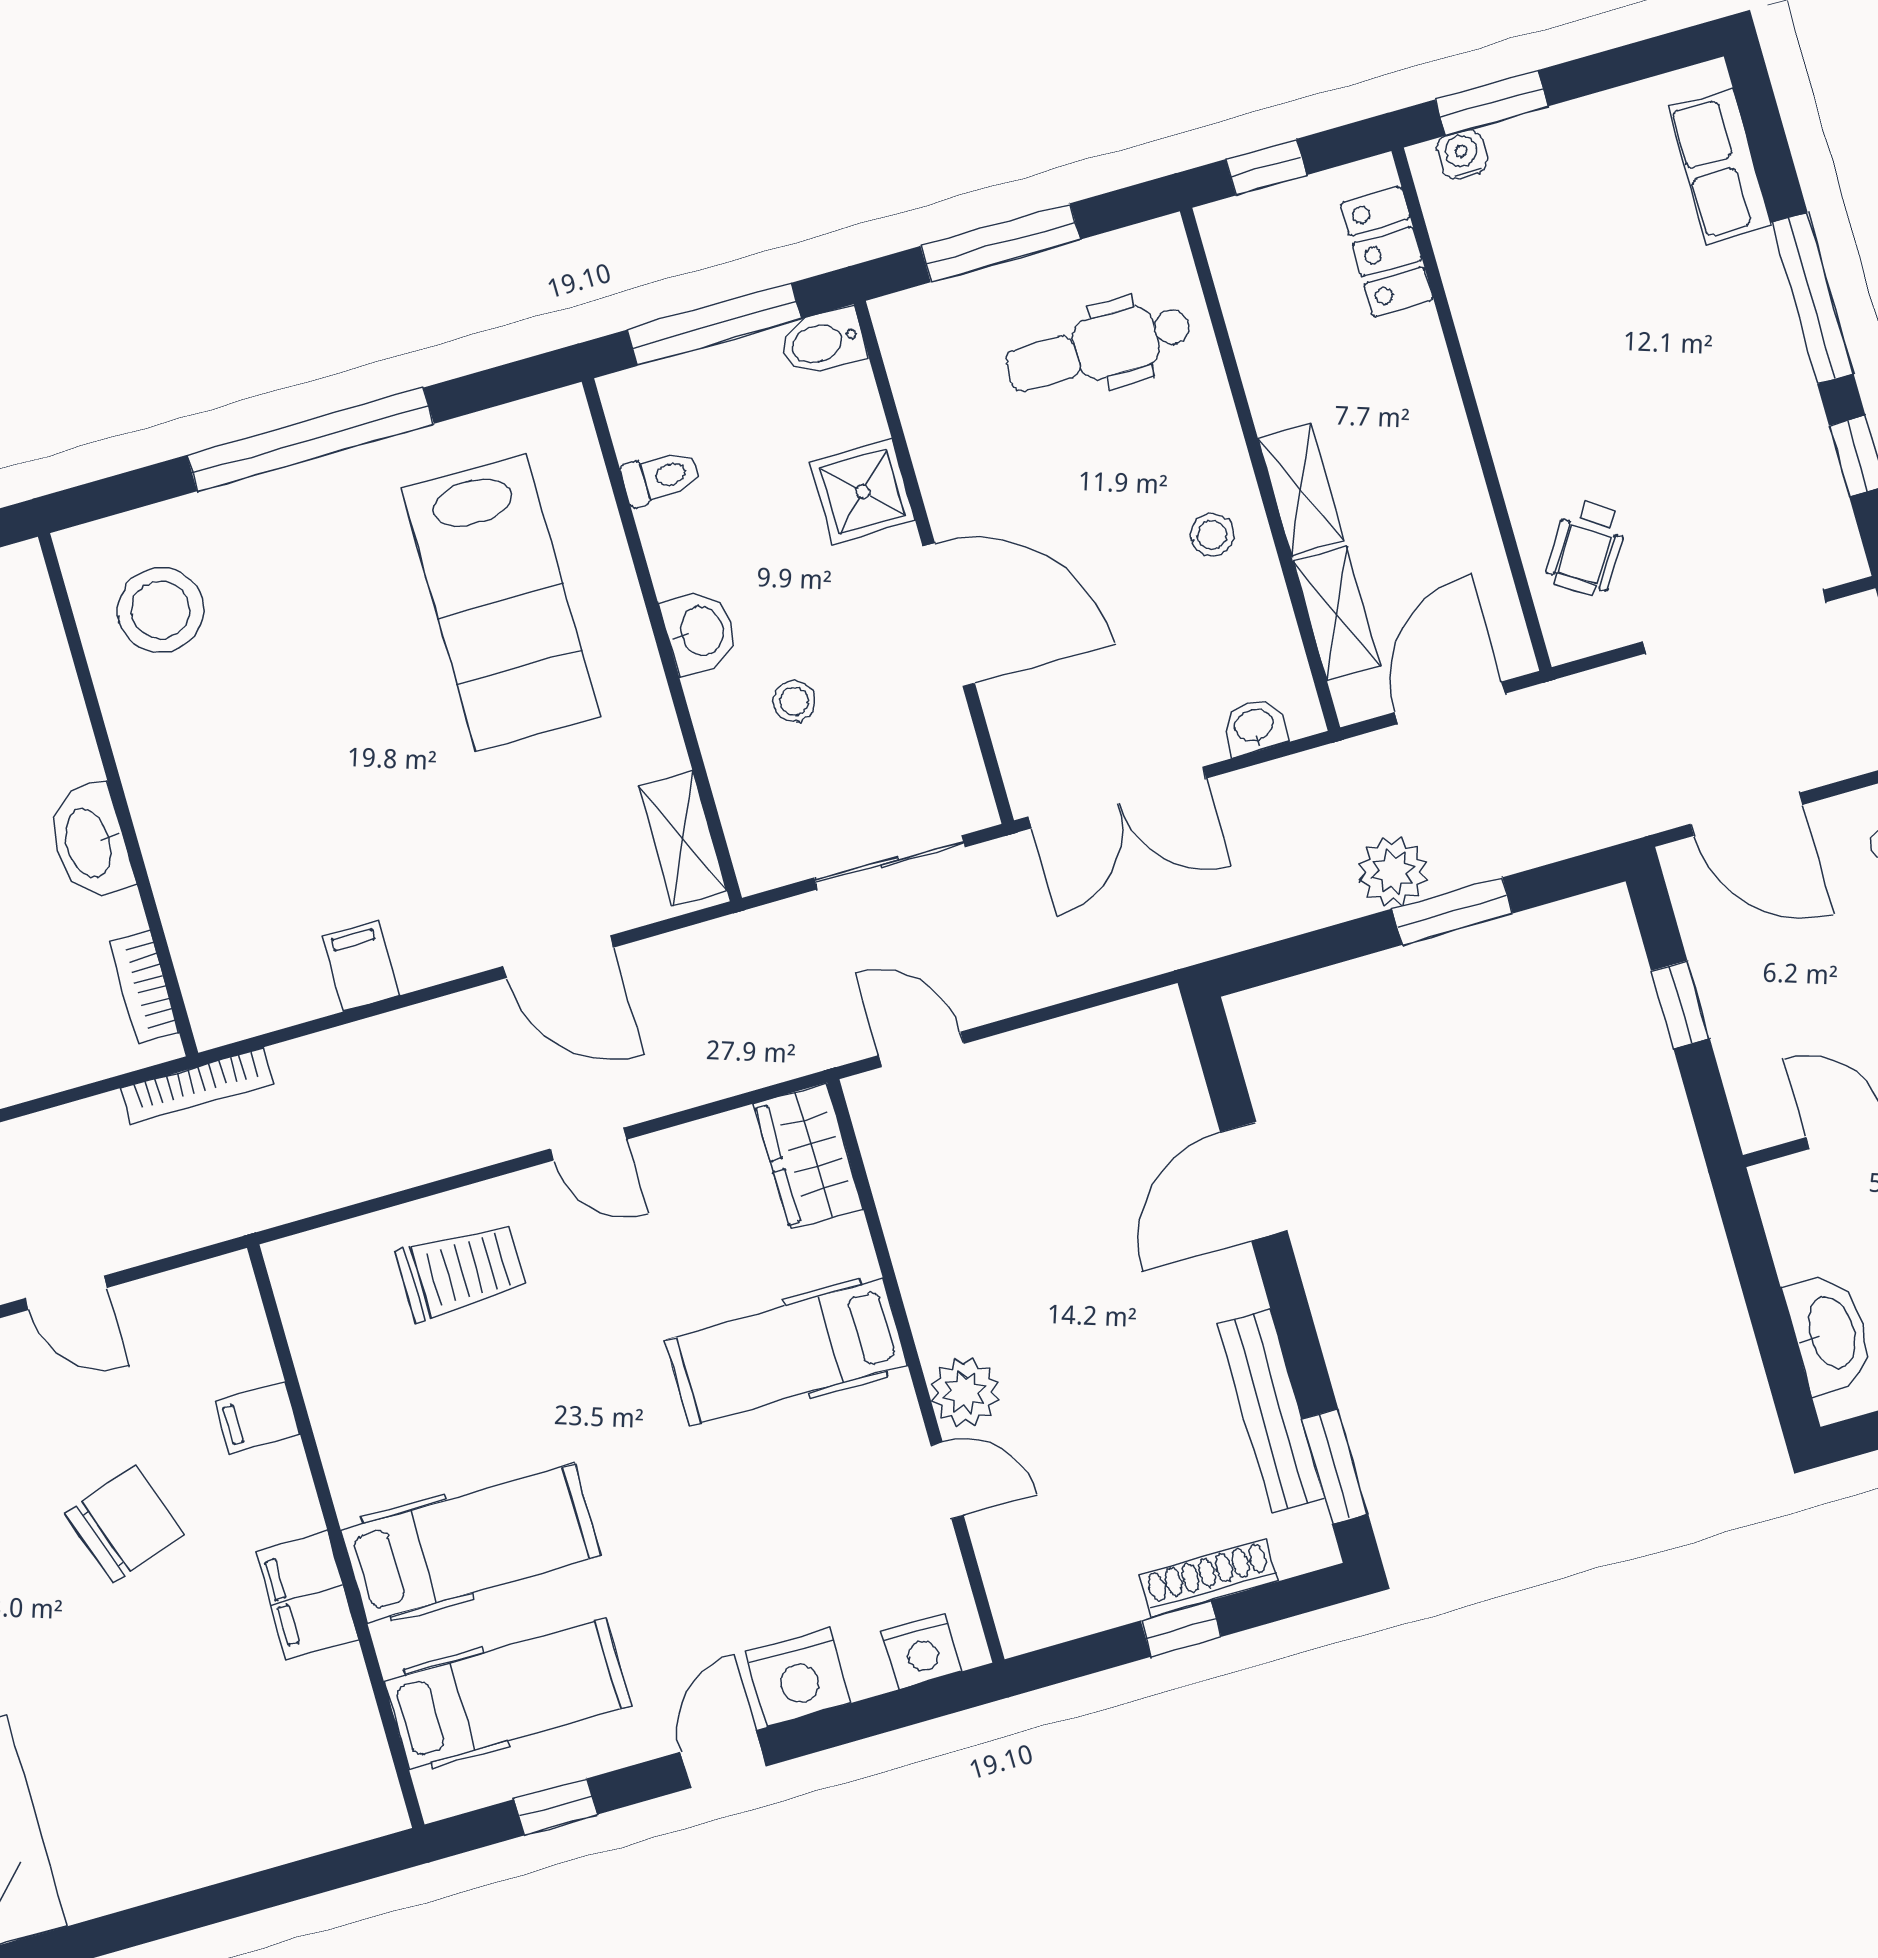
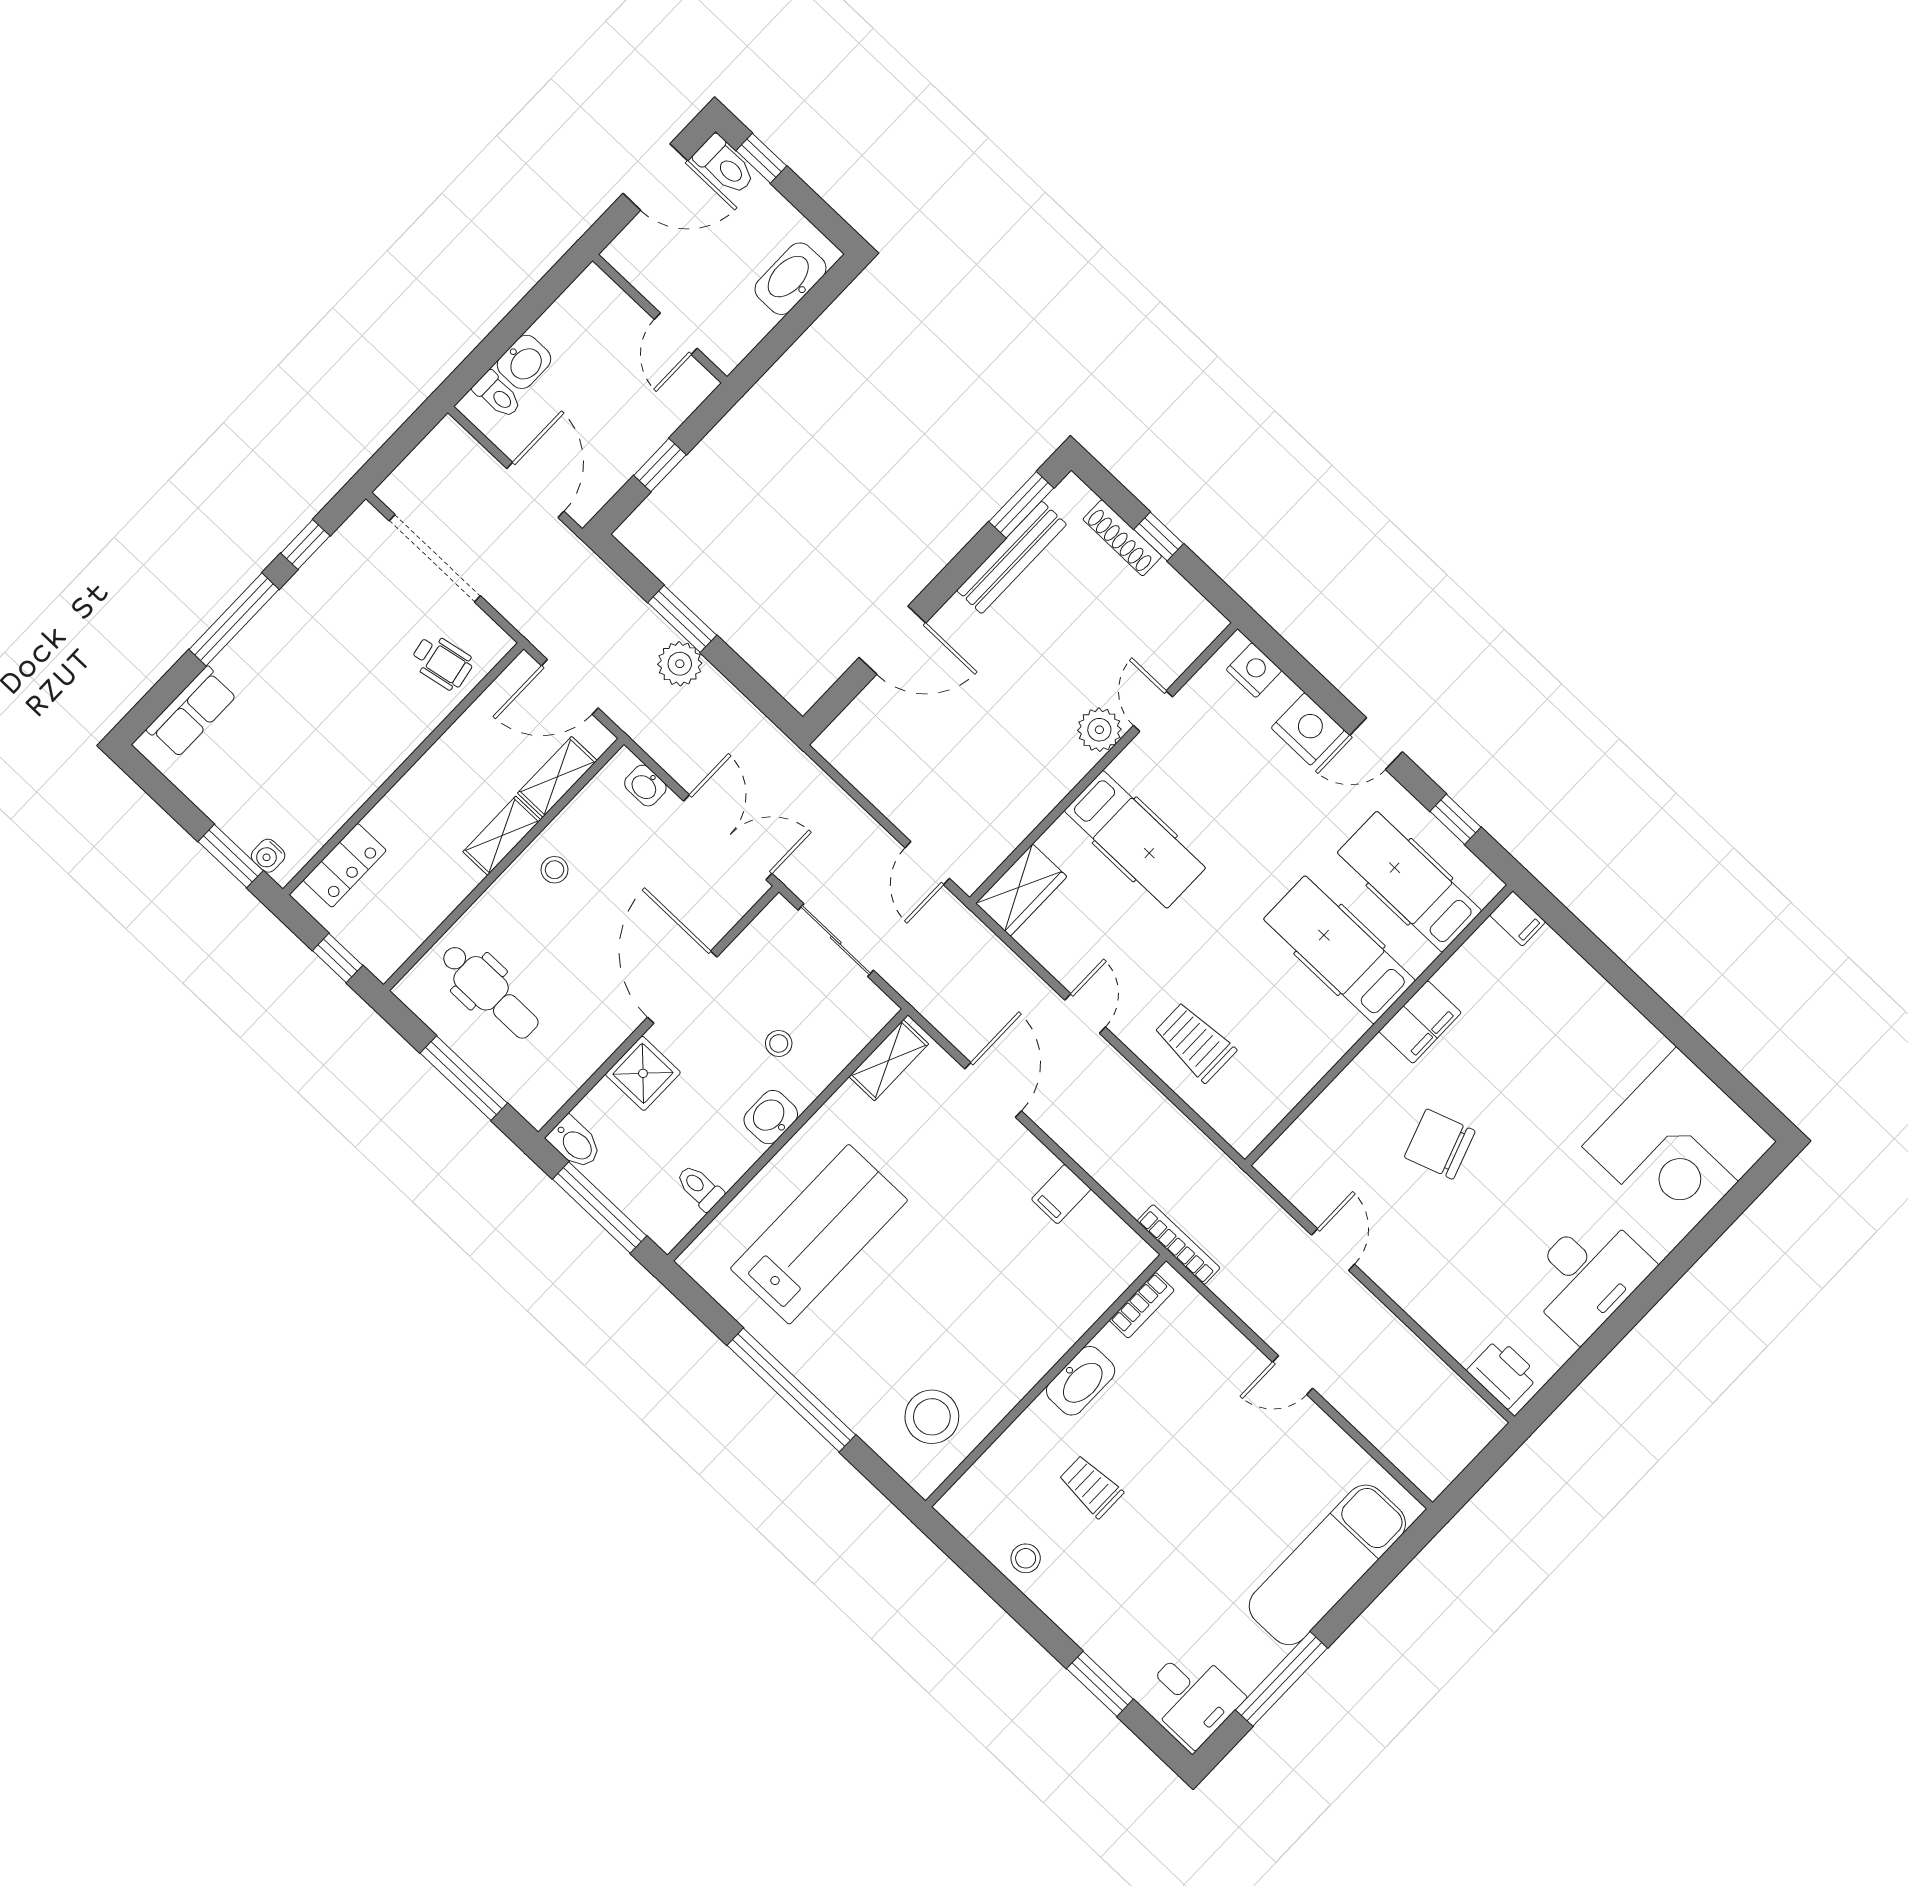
wheelchair: (1587, 548) -> (442, 662), turned 46
filing cabinet: (258, 1418) -> (1518, 918), moved

